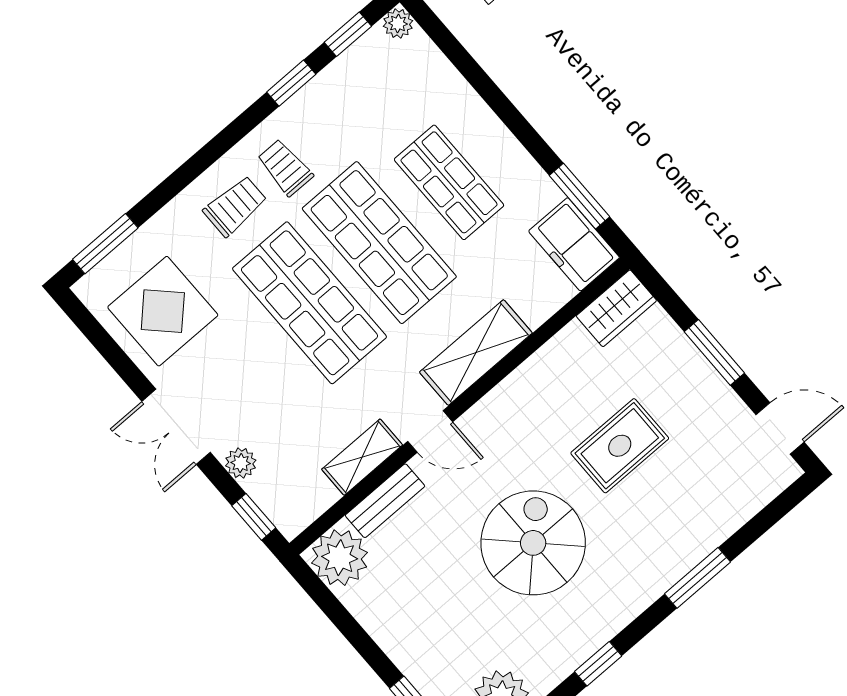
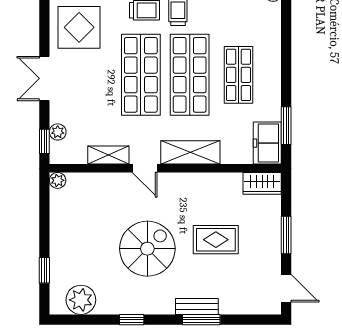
plant: (241, 463) -> (58, 132), moved
bench: (385, 501) -> (197, 306), moved
plant: (340, 558) -> (58, 180), width x0.53, depth x0.53

